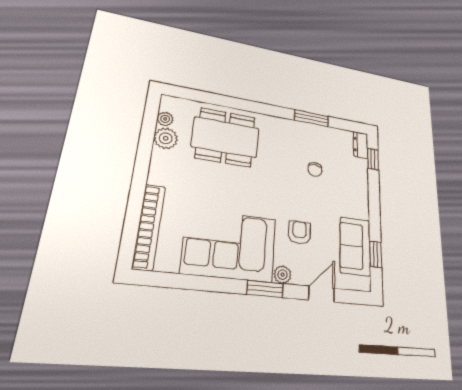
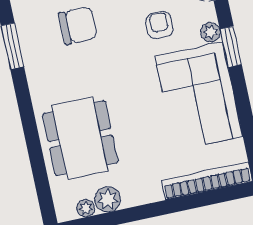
chair: (315, 169) -> (78, 26), width x1.87, depth x1.87
armchair: (299, 233) -> (159, 25), turned 90

